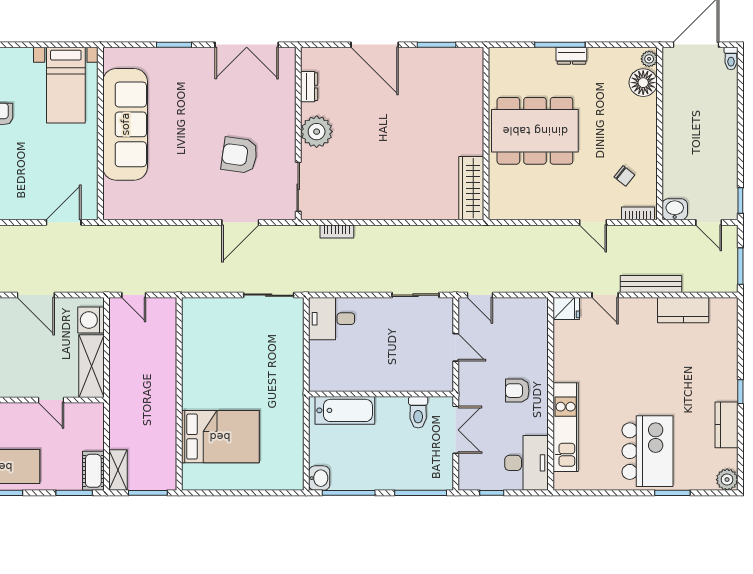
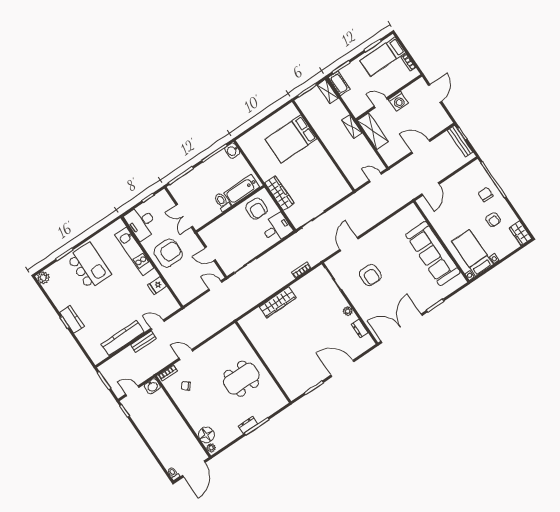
double door: (247, 45) -> (402, 328), width x1.36
dining table: (535, 131) -> (241, 379), width x0.73, depth x0.80
plant: (317, 132) -> (348, 311), width x0.53, depth x0.53
armchair: (240, 155) -> (370, 275), turned 82
wardrobe: (471, 188) -> (278, 302), moved, turned 90
bench: (651, 284) -> (143, 342), width x0.73
fridge: (566, 309) -> (157, 285), moved
kitchen counter: (683, 310) -> (123, 338), width x1.50
washing machine: (91, 320) -> (398, 101), moved, turned 90
wardrobe: (292, 368) -> (279, 193), added
armchair: (342, 368) -> (256, 209), added
armchair: (517, 391) -> (168, 253), width x1.88, depth x1.88
shelving: (118, 394) -> (352, 127), added
toilet: (418, 412) -> (222, 202), moved
kitchen counter: (726, 425) -> (72, 319), moved
kitchen island: (648, 451) -> (89, 266), turned 180

